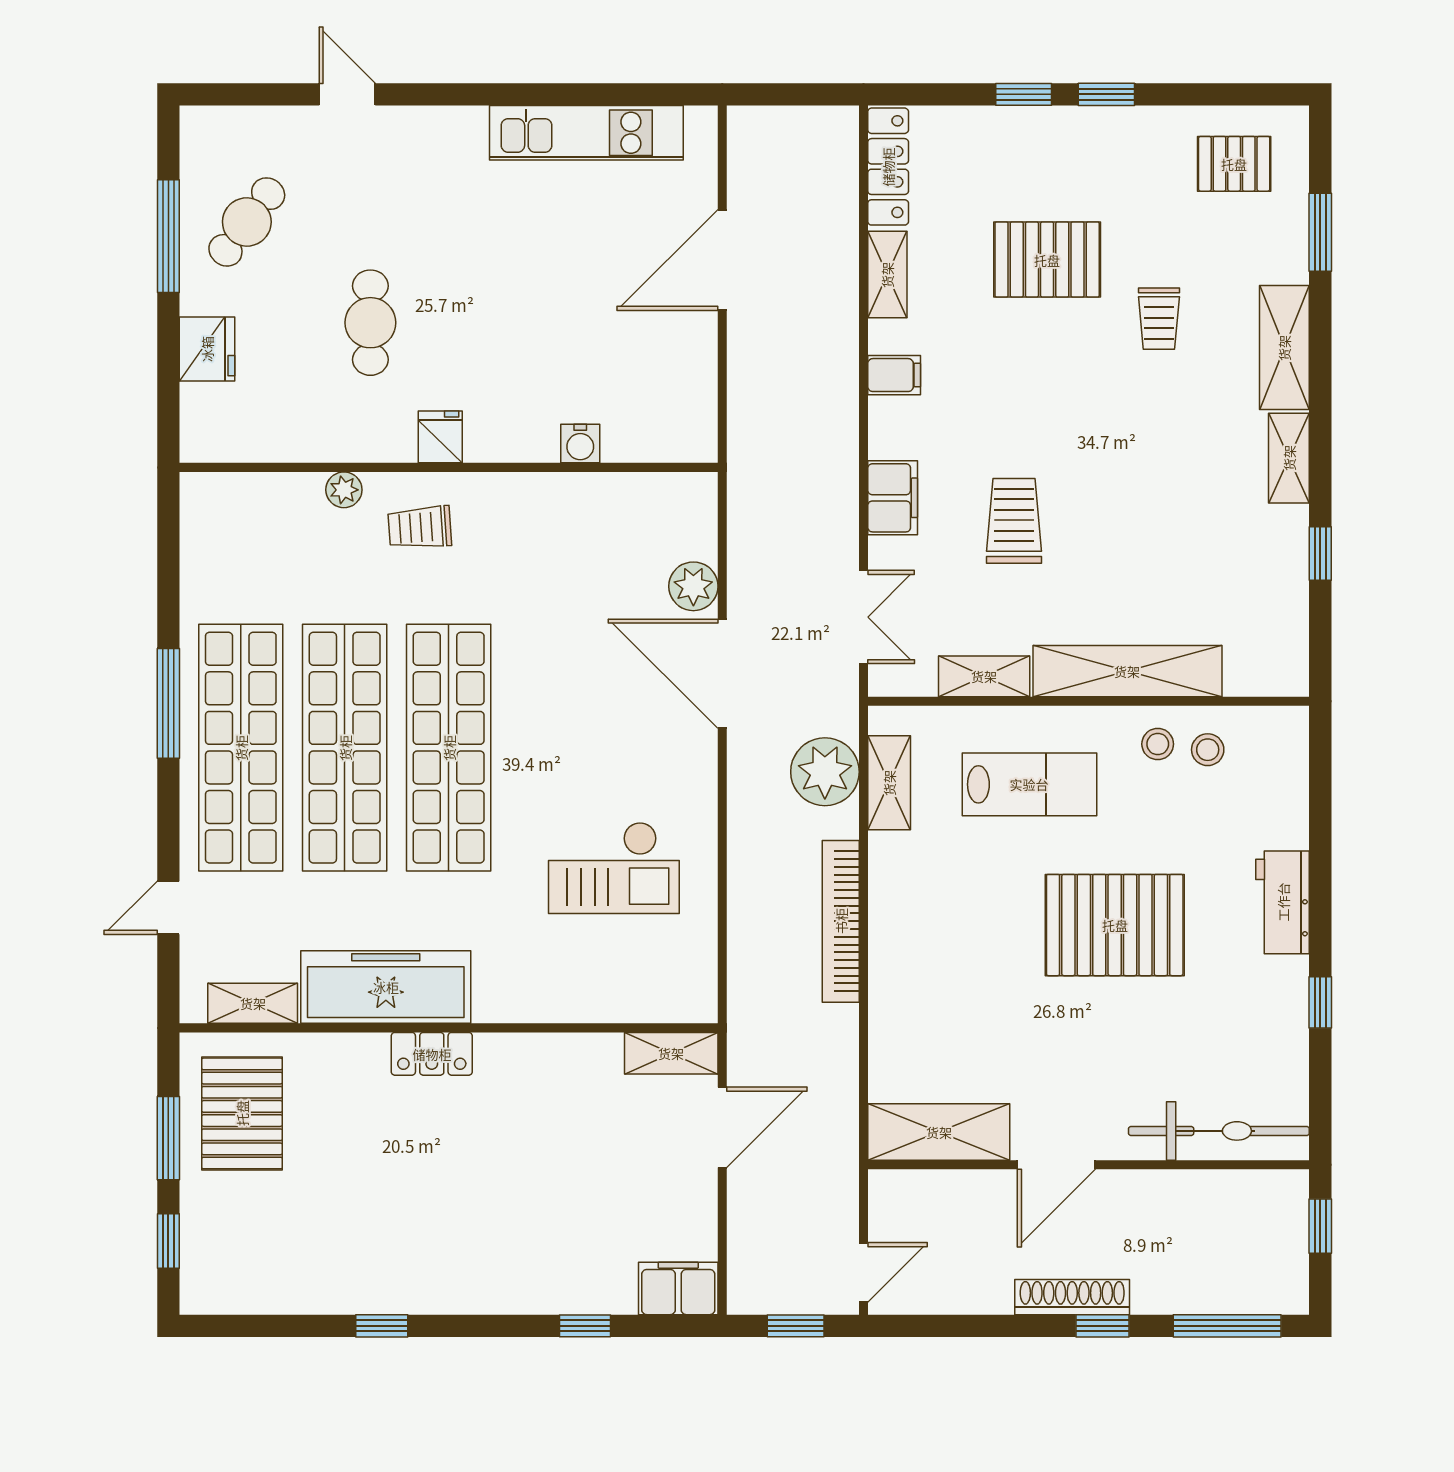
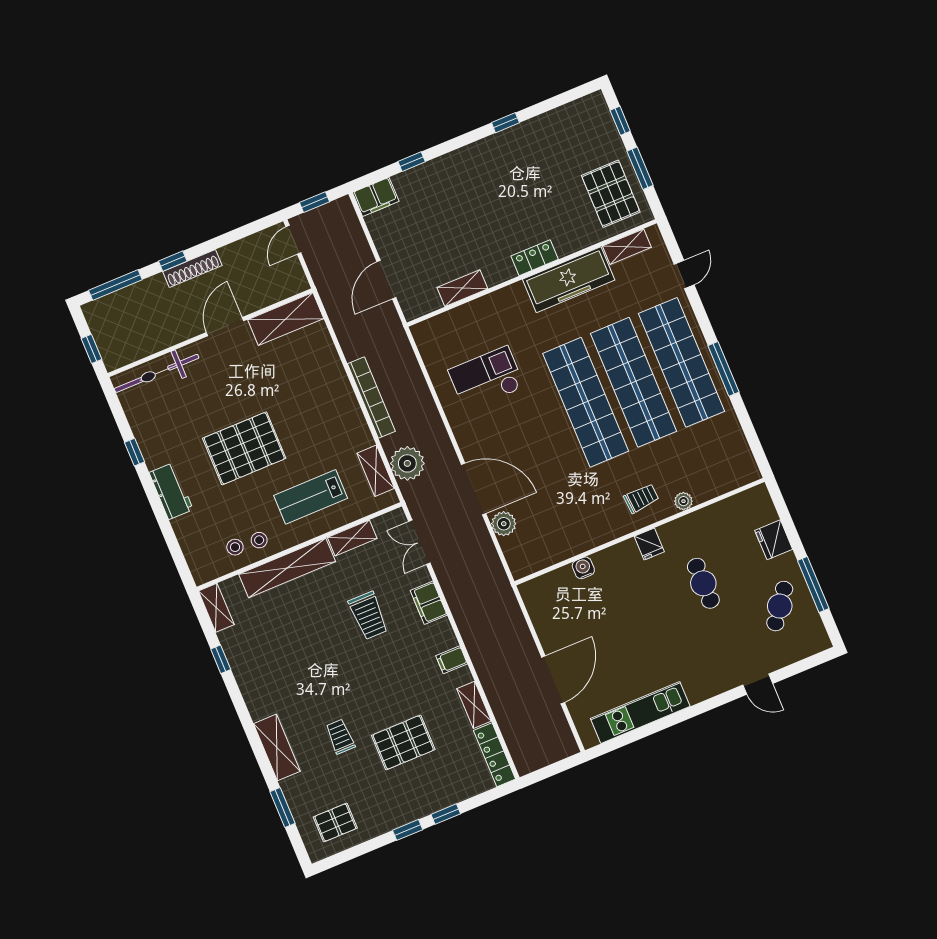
shelving: (1289, 458) -> (216, 608), moved
shelving: (671, 1053) -> (462, 288), moved

